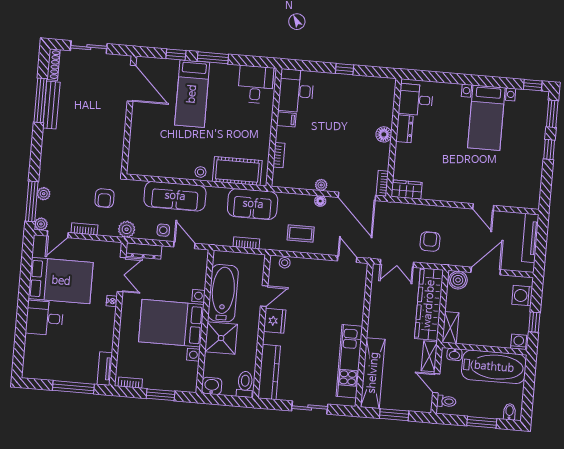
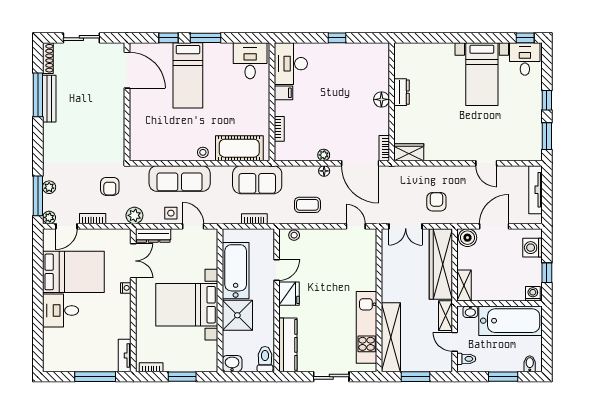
desk: (416, 100) -> (525, 59), moved, turned 90
window: (552, 114) -> (547, 136), moved

